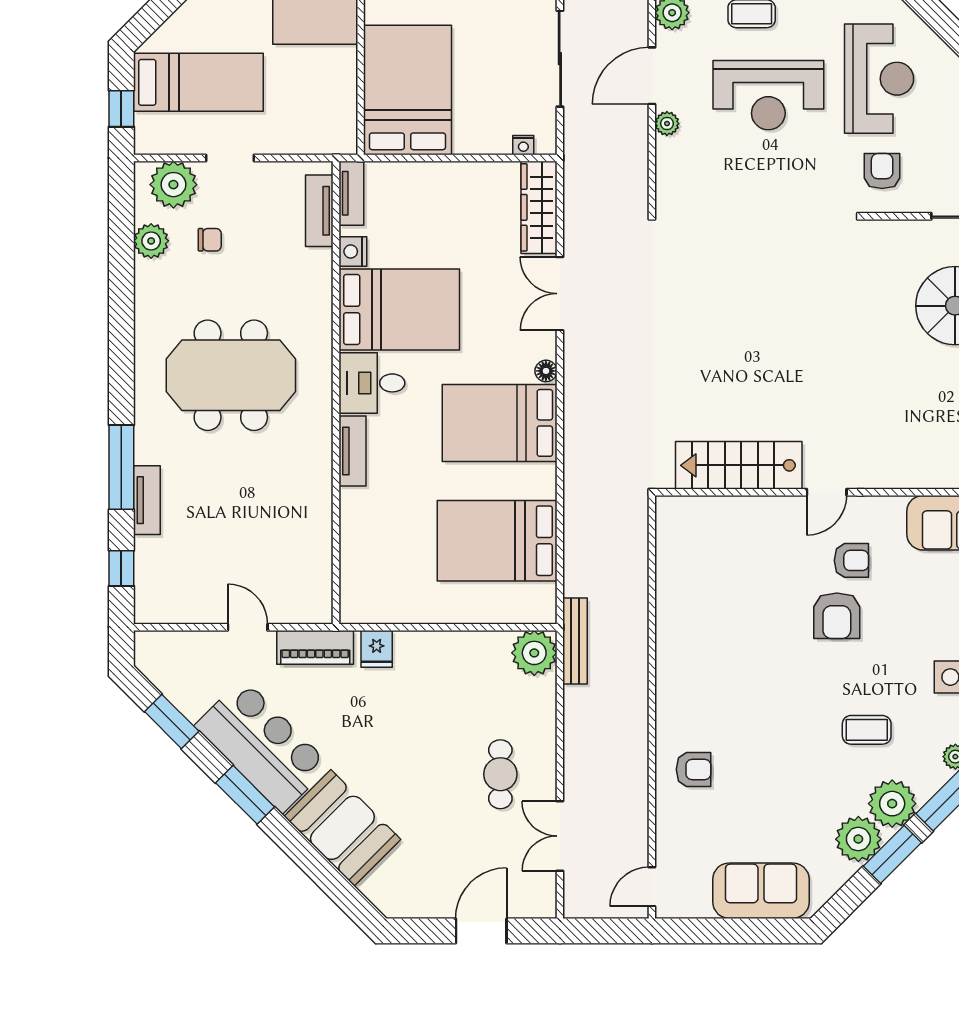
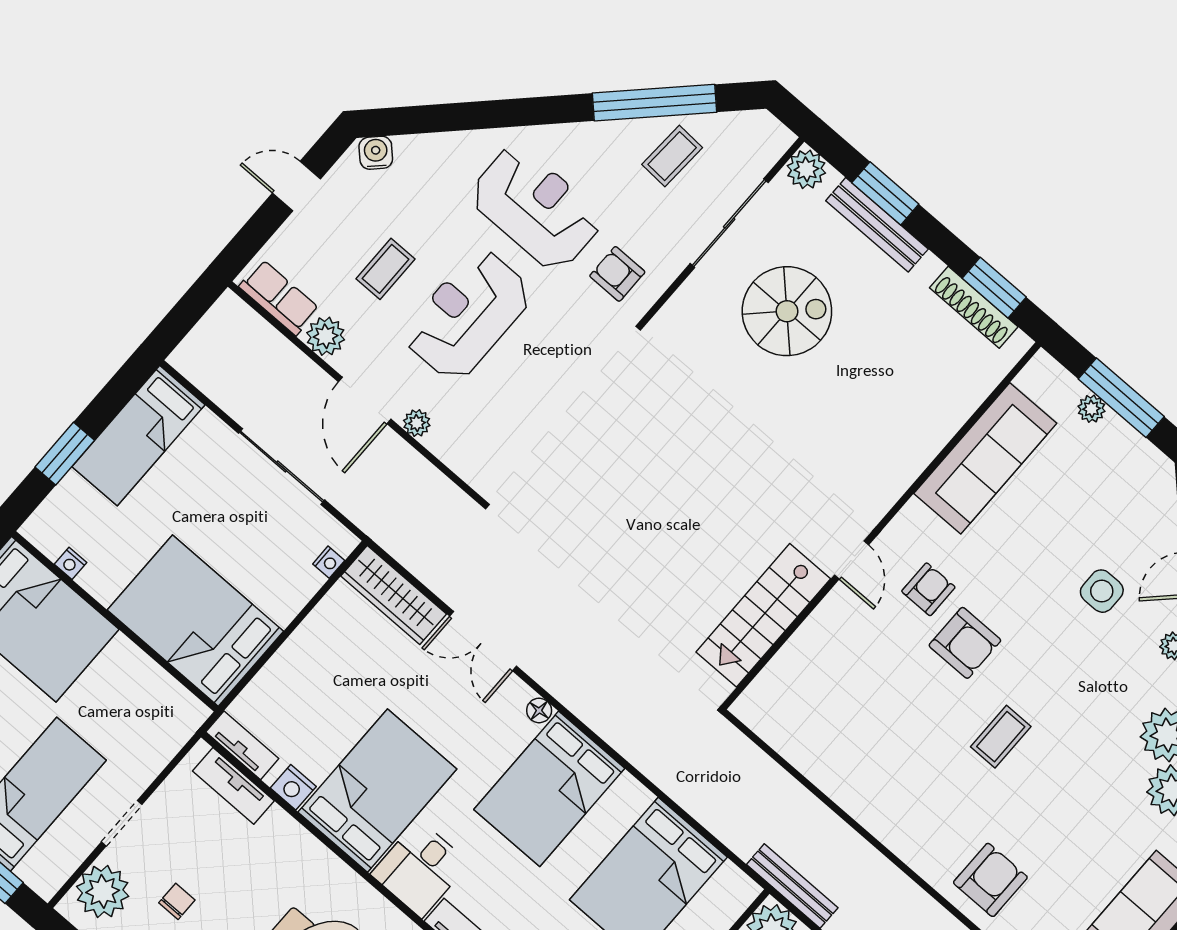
reception desk: (768, 95) -> (468, 315), turned 180
coffee table: (867, 730) -> (1001, 737), moved
armchair: (694, 769) -> (990, 880), width x1.38, depth x1.38

